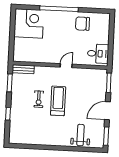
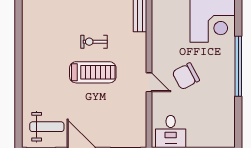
chair: (82, 24) -> (186, 76), moved, turned -118
weight bench: (80, 135) -> (47, 127), moved

